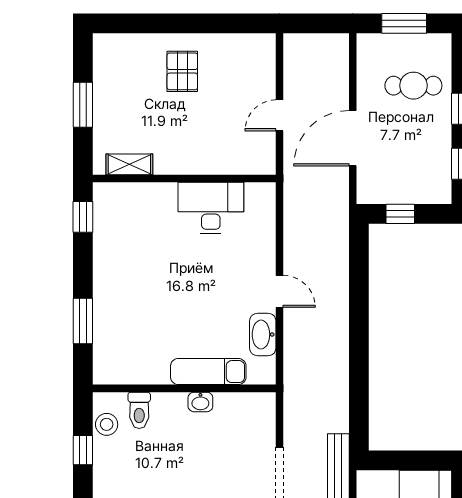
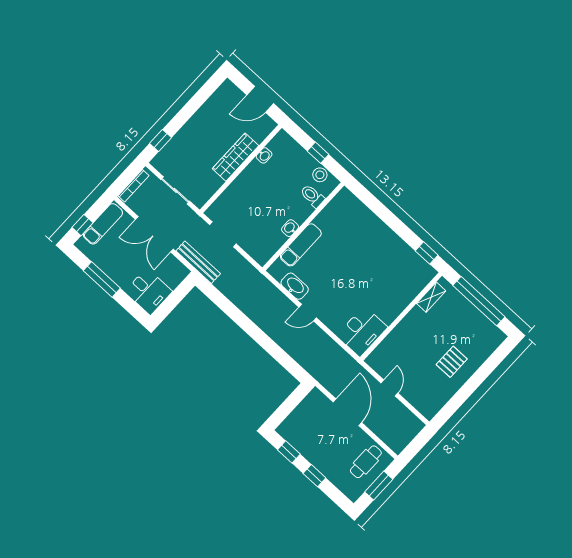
pallet: (182, 71) -> (452, 362), turned 90
cafe table: (413, 86) -> (366, 462), moved
window: (83, 105) -> (479, 301), width x2.11
desk: (211, 208) -> (362, 331), moved
window: (400, 214) -> (292, 402), removed
window: (83, 321) -> (378, 208), removed

